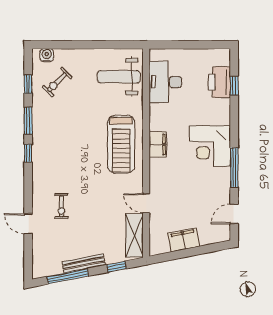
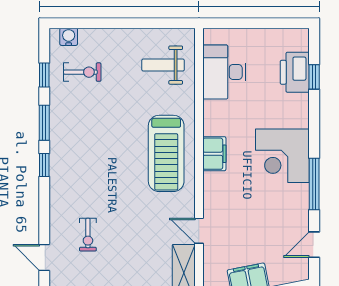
weight bench: (119, 77) -> (163, 65), width x0.73, depth x0.75
exercise bike: (57, 82) -> (82, 72), turned -135

